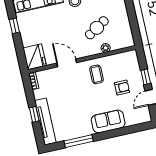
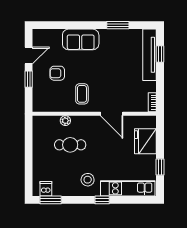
cafe table: (97, 28) -> (70, 145), turned 32
fridge: (35, 57) -> (145, 141), moved
window: (34, 114) -> (160, 54), moved
window: (79, 141) -> (118, 25), width x0.69

